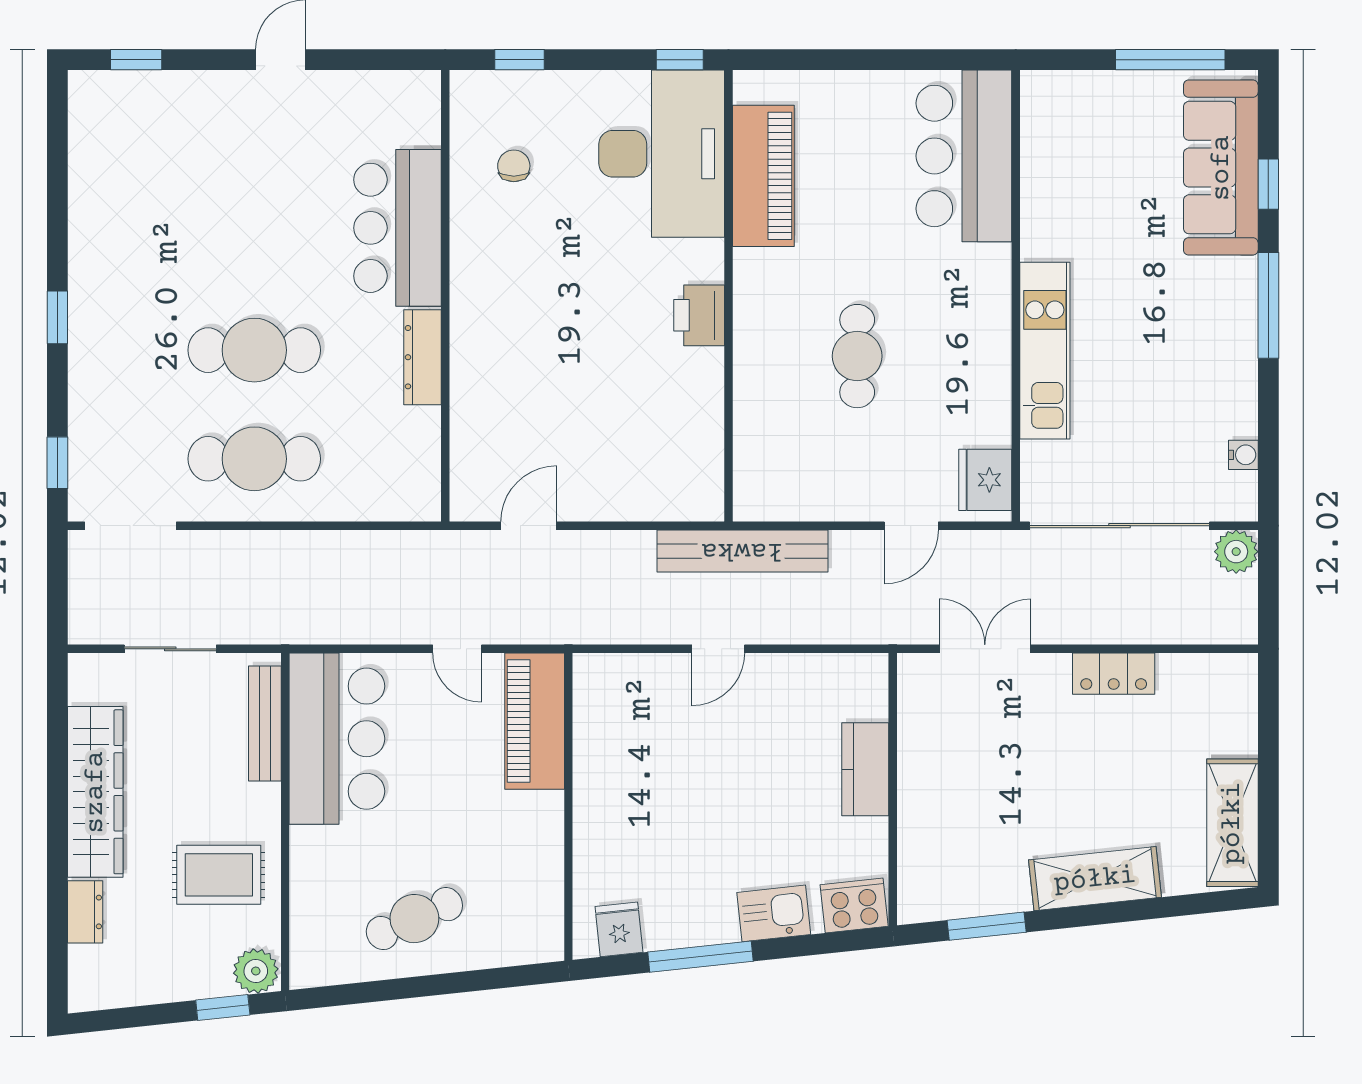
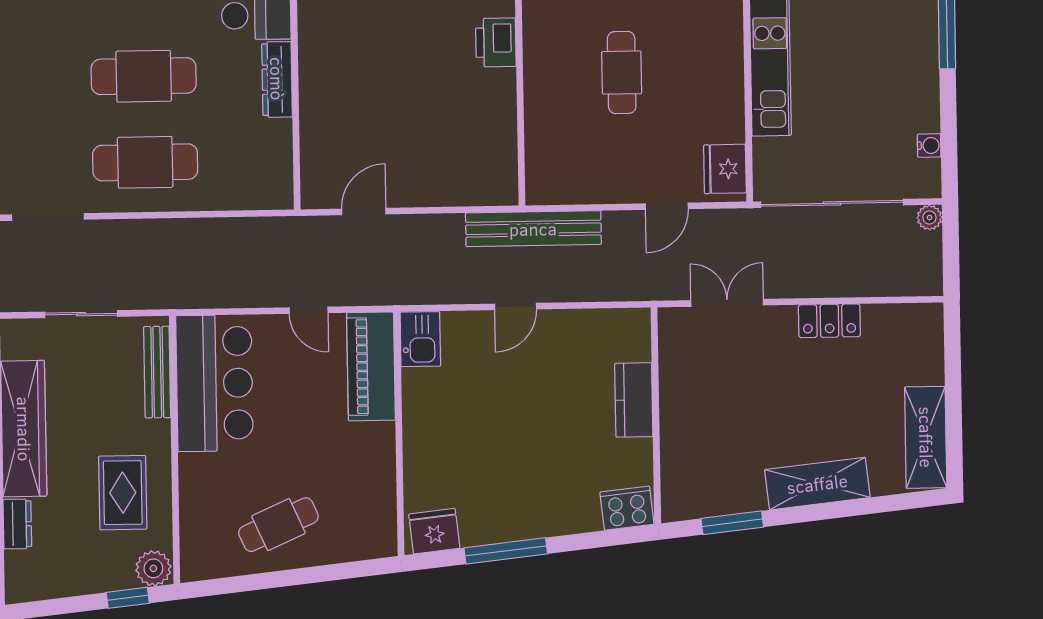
plant: (1236, 552) -> (929, 218), width x0.73, depth x0.73
rug: (219, 875) -> (123, 493), turned 90
kitchen sink: (774, 913) -> (420, 339), moved, turned 96
fridge: (619, 929) -> (434, 531), width x1.38

